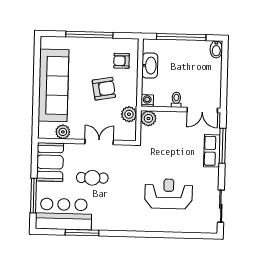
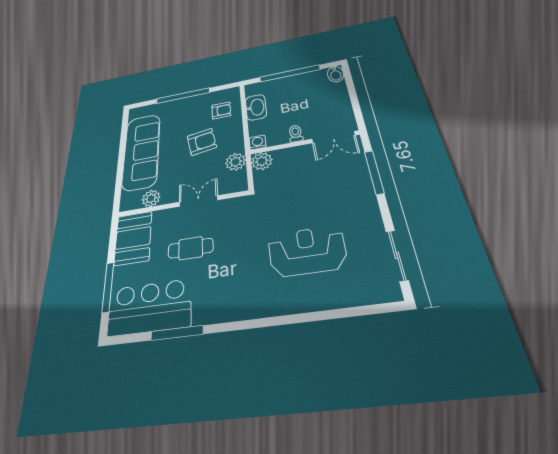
armchair: (122, 61) -> (221, 110), turned 180
row of seats: (212, 151) -> (360, 181), removed

